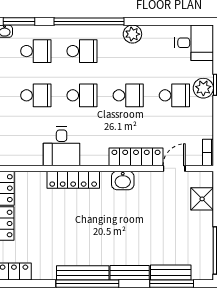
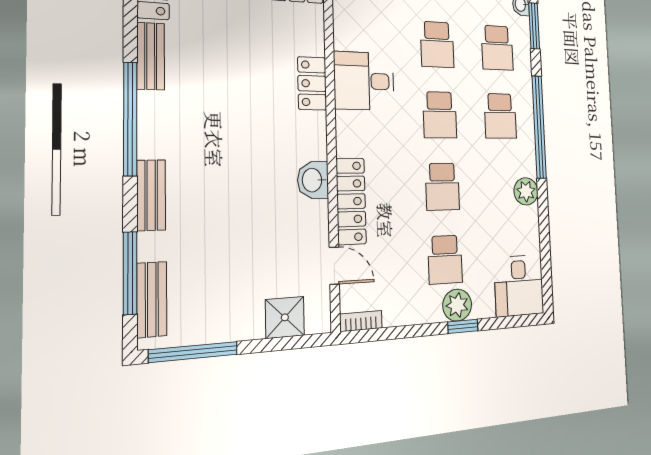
locker: (73, 180) -> (312, 83), width x0.66
bench: (171, 272) -> (152, 299), moved
bench: (83, 273) -> (151, 56), moved, width x0.73

